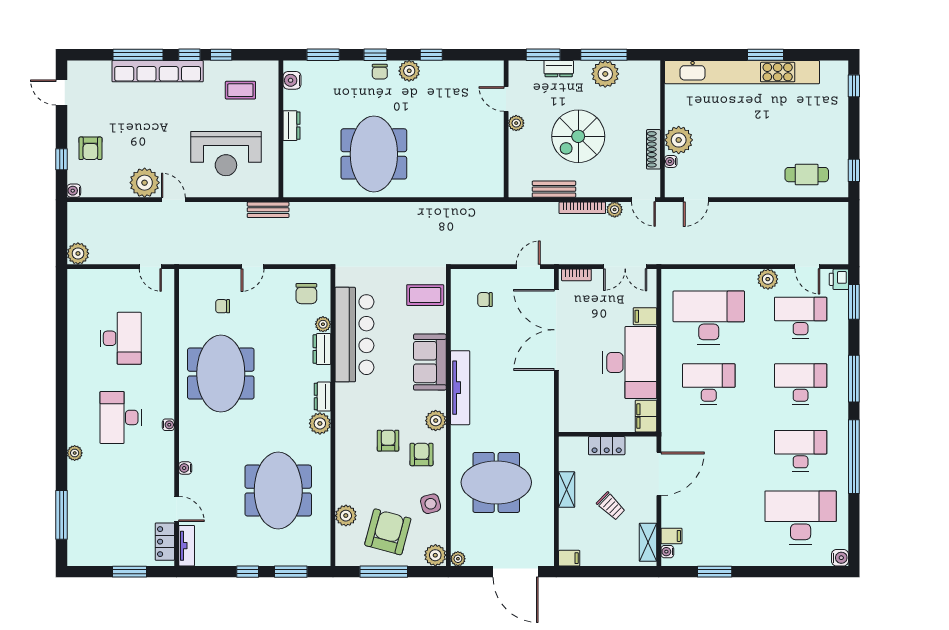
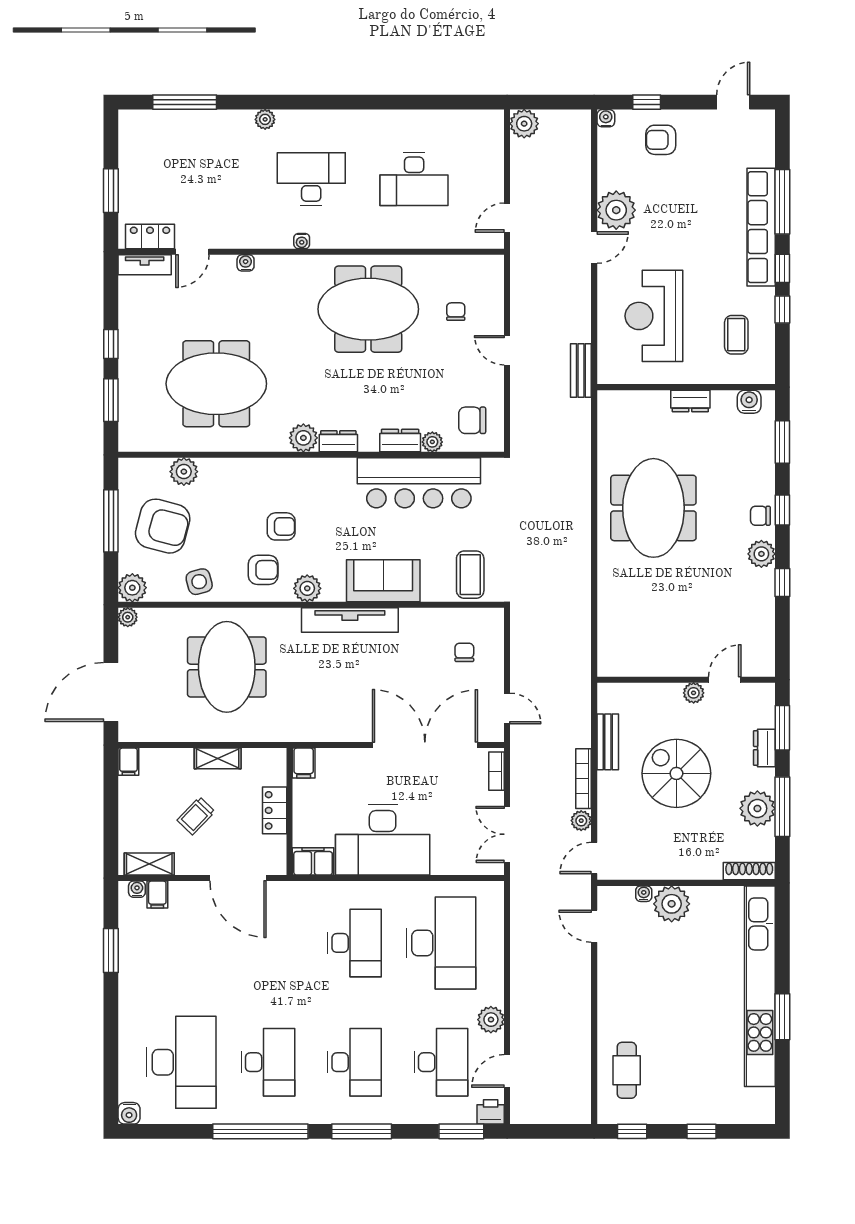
window: (854, 86) -> (702, 1131), moved
shoe rack: (653, 149) -> (749, 871), moved
meeting table: (374, 154) -> (653, 508), turned 90
filing cabinet: (645, 316) -> (304, 763), moved, turned 180

